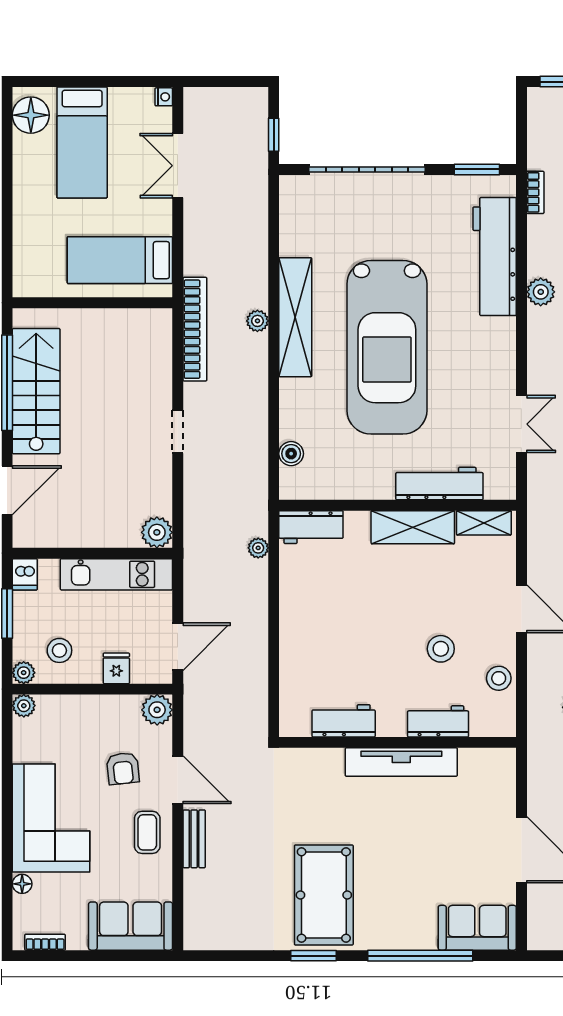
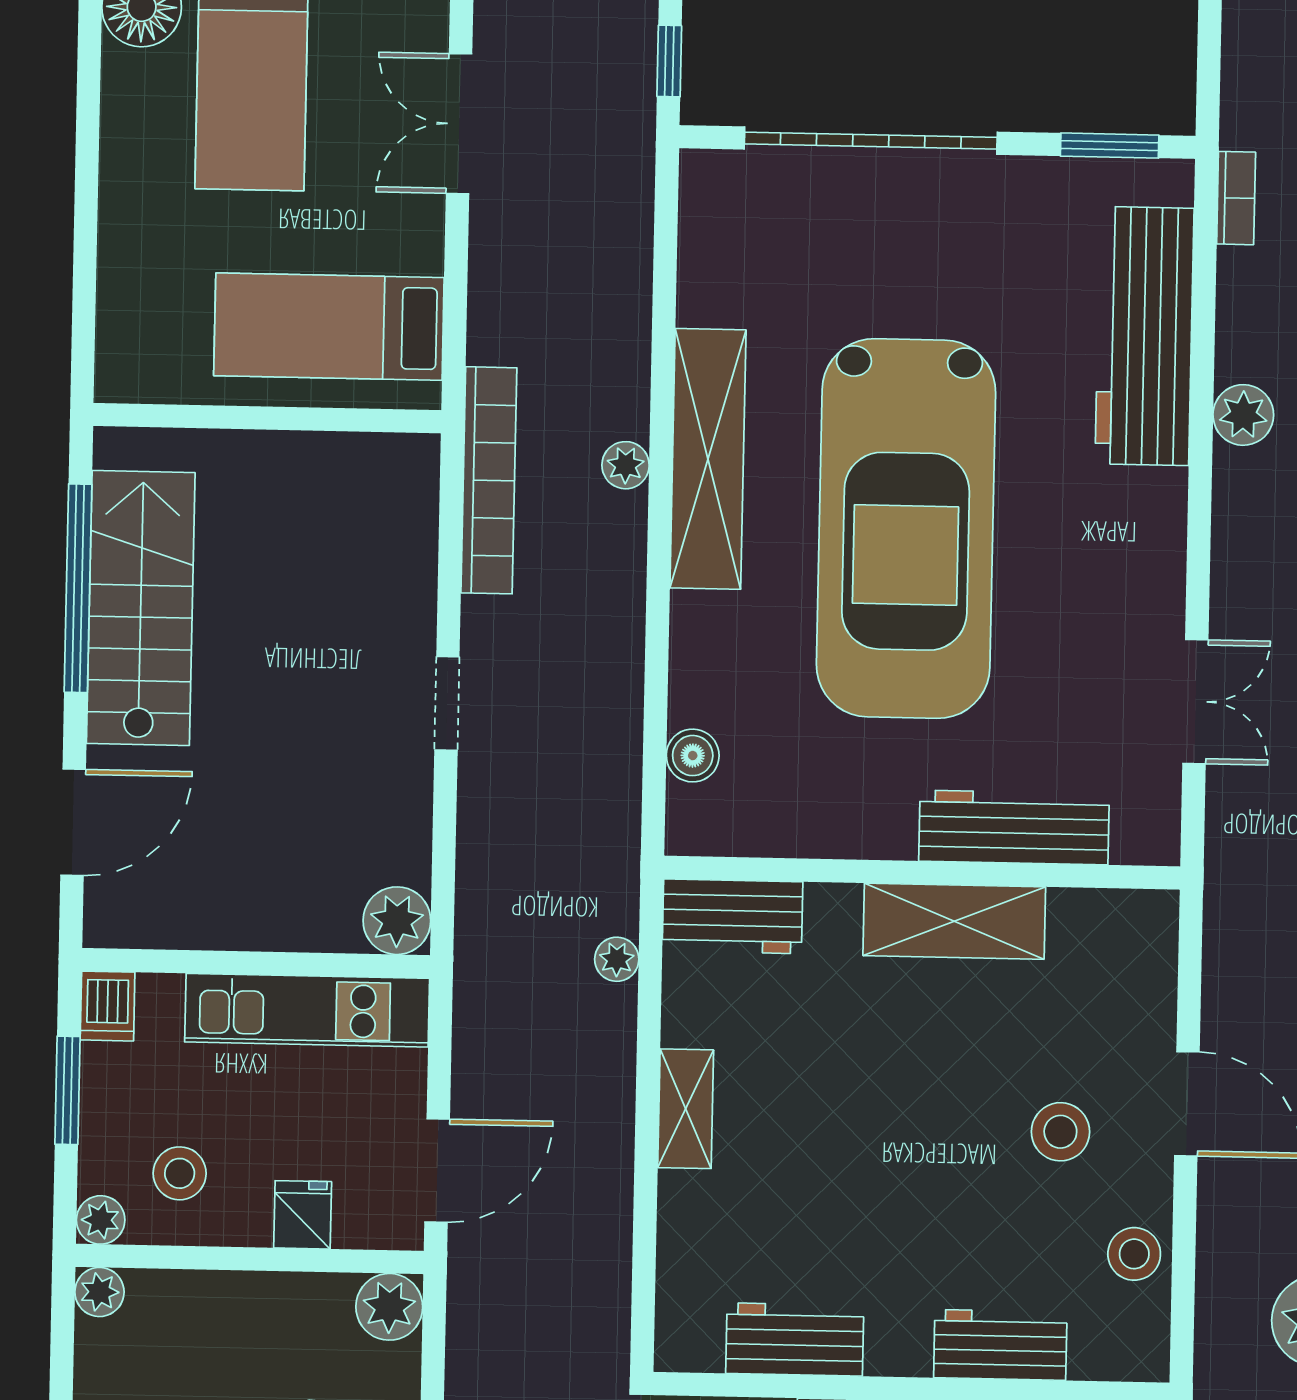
shelving: (484, 523) -> (686, 1109), moved, turned 90
stool: (441, 649) -> (1060, 1132), moved

